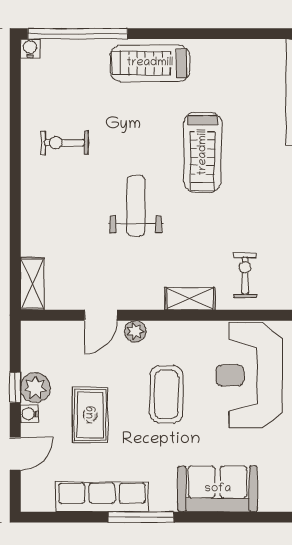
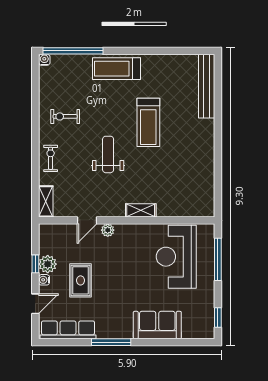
exercise bike: (245, 276) -> (51, 158), moved
coffee table: (166, 394) -> (126, 268), removed
row of seats: (102, 497) -> (68, 330), moved

